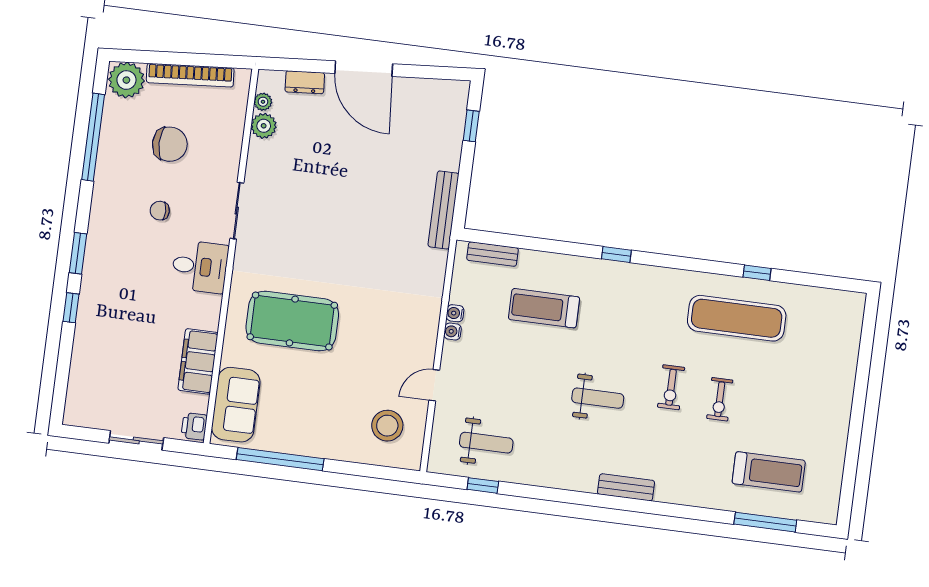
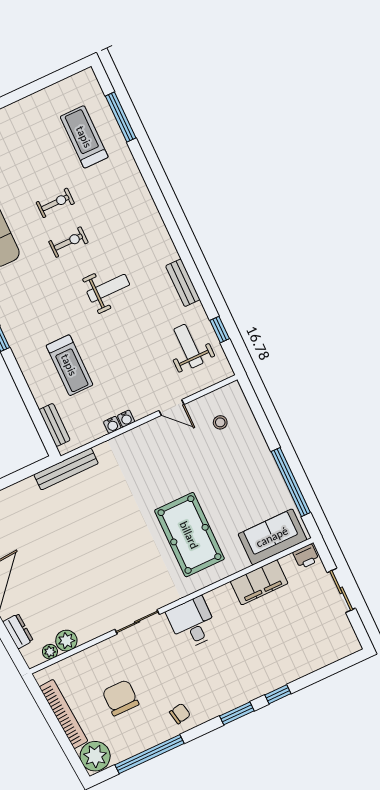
bench: (443, 210) -> (66, 469), moved
chair: (160, 211) -> (180, 714), moved, turned -101
weight bench: (598, 398) -> (108, 288), turned 90
stool: (387, 426) -> (220, 422), width x0.53, depth x0.53
bench: (626, 487) -> (183, 283), moved

